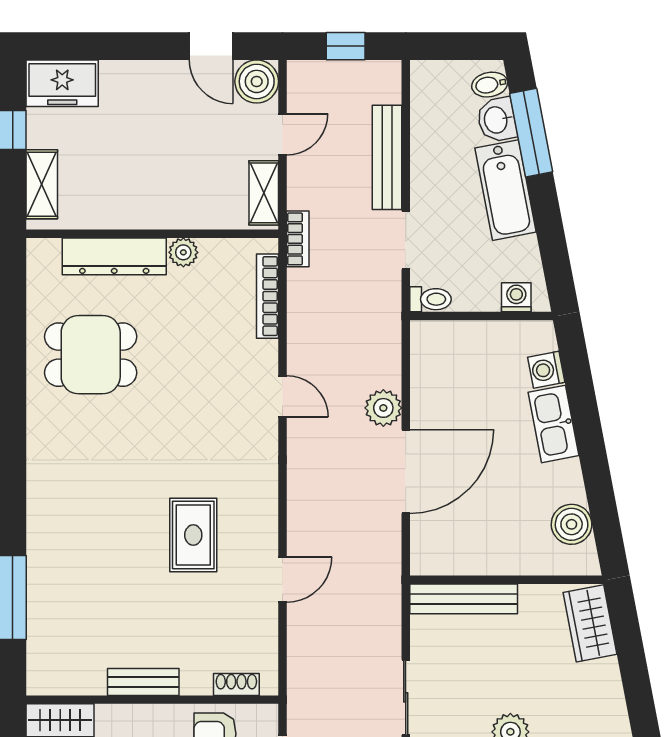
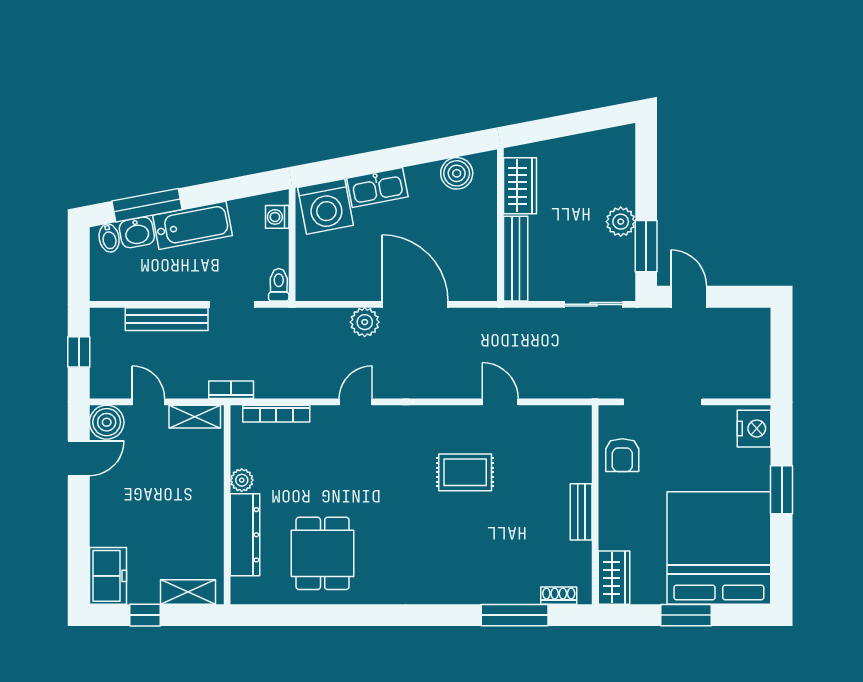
washing machine: (546, 370) -> (326, 206), width x1.89, depth x1.89
wardrobe: (590, 623) -> (520, 186), moved, turned -79
shoe rack: (236, 684) -> (559, 596), moved, turned 90

